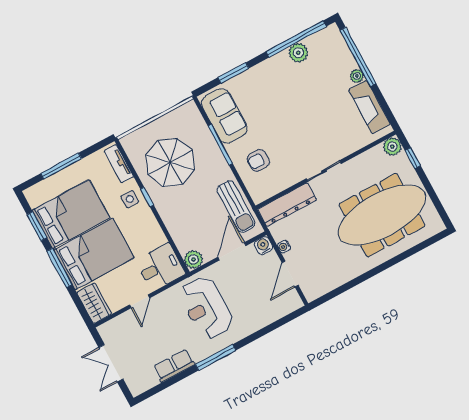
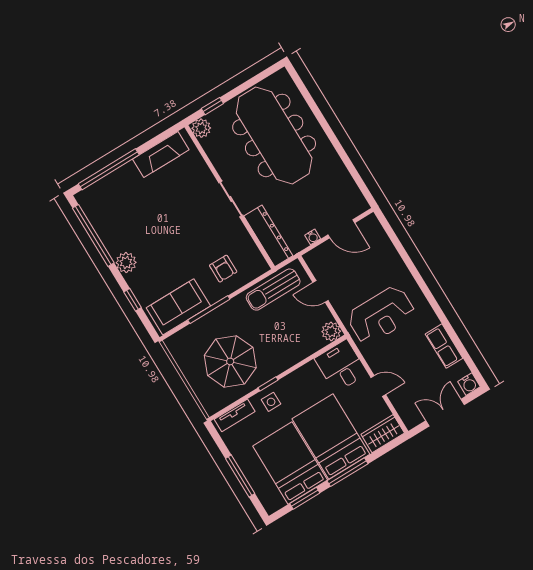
plant: (298, 53) -> (126, 263), moved
window: (233, 73) -> (133, 300), width x0.67
plant: (357, 76) -> (129, 169), removed
sun lounger: (236, 207) -> (273, 290), turned 180
water cooler: (263, 246) -> (469, 384), moved, turned -90
door: (232, 251) -> (321, 291), width x0.73
window: (216, 357) -> (433, 303), removed
double door: (111, 363) -> (445, 413), swing flipped

